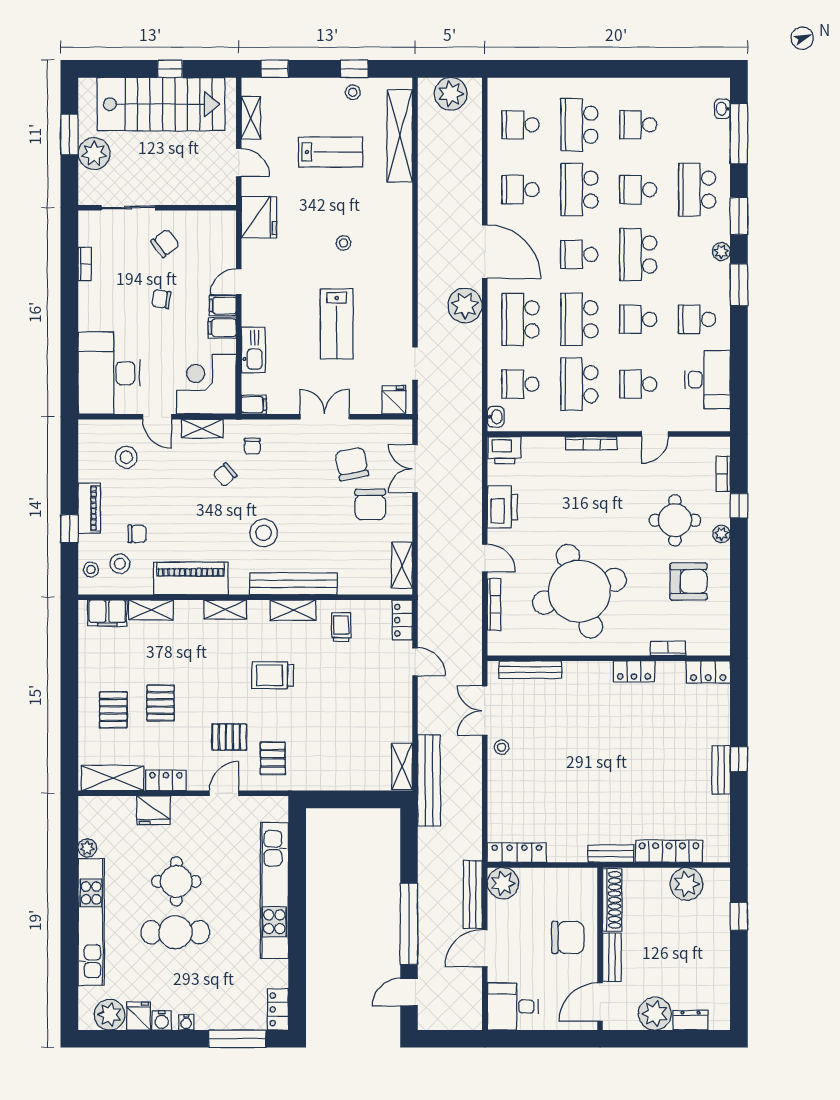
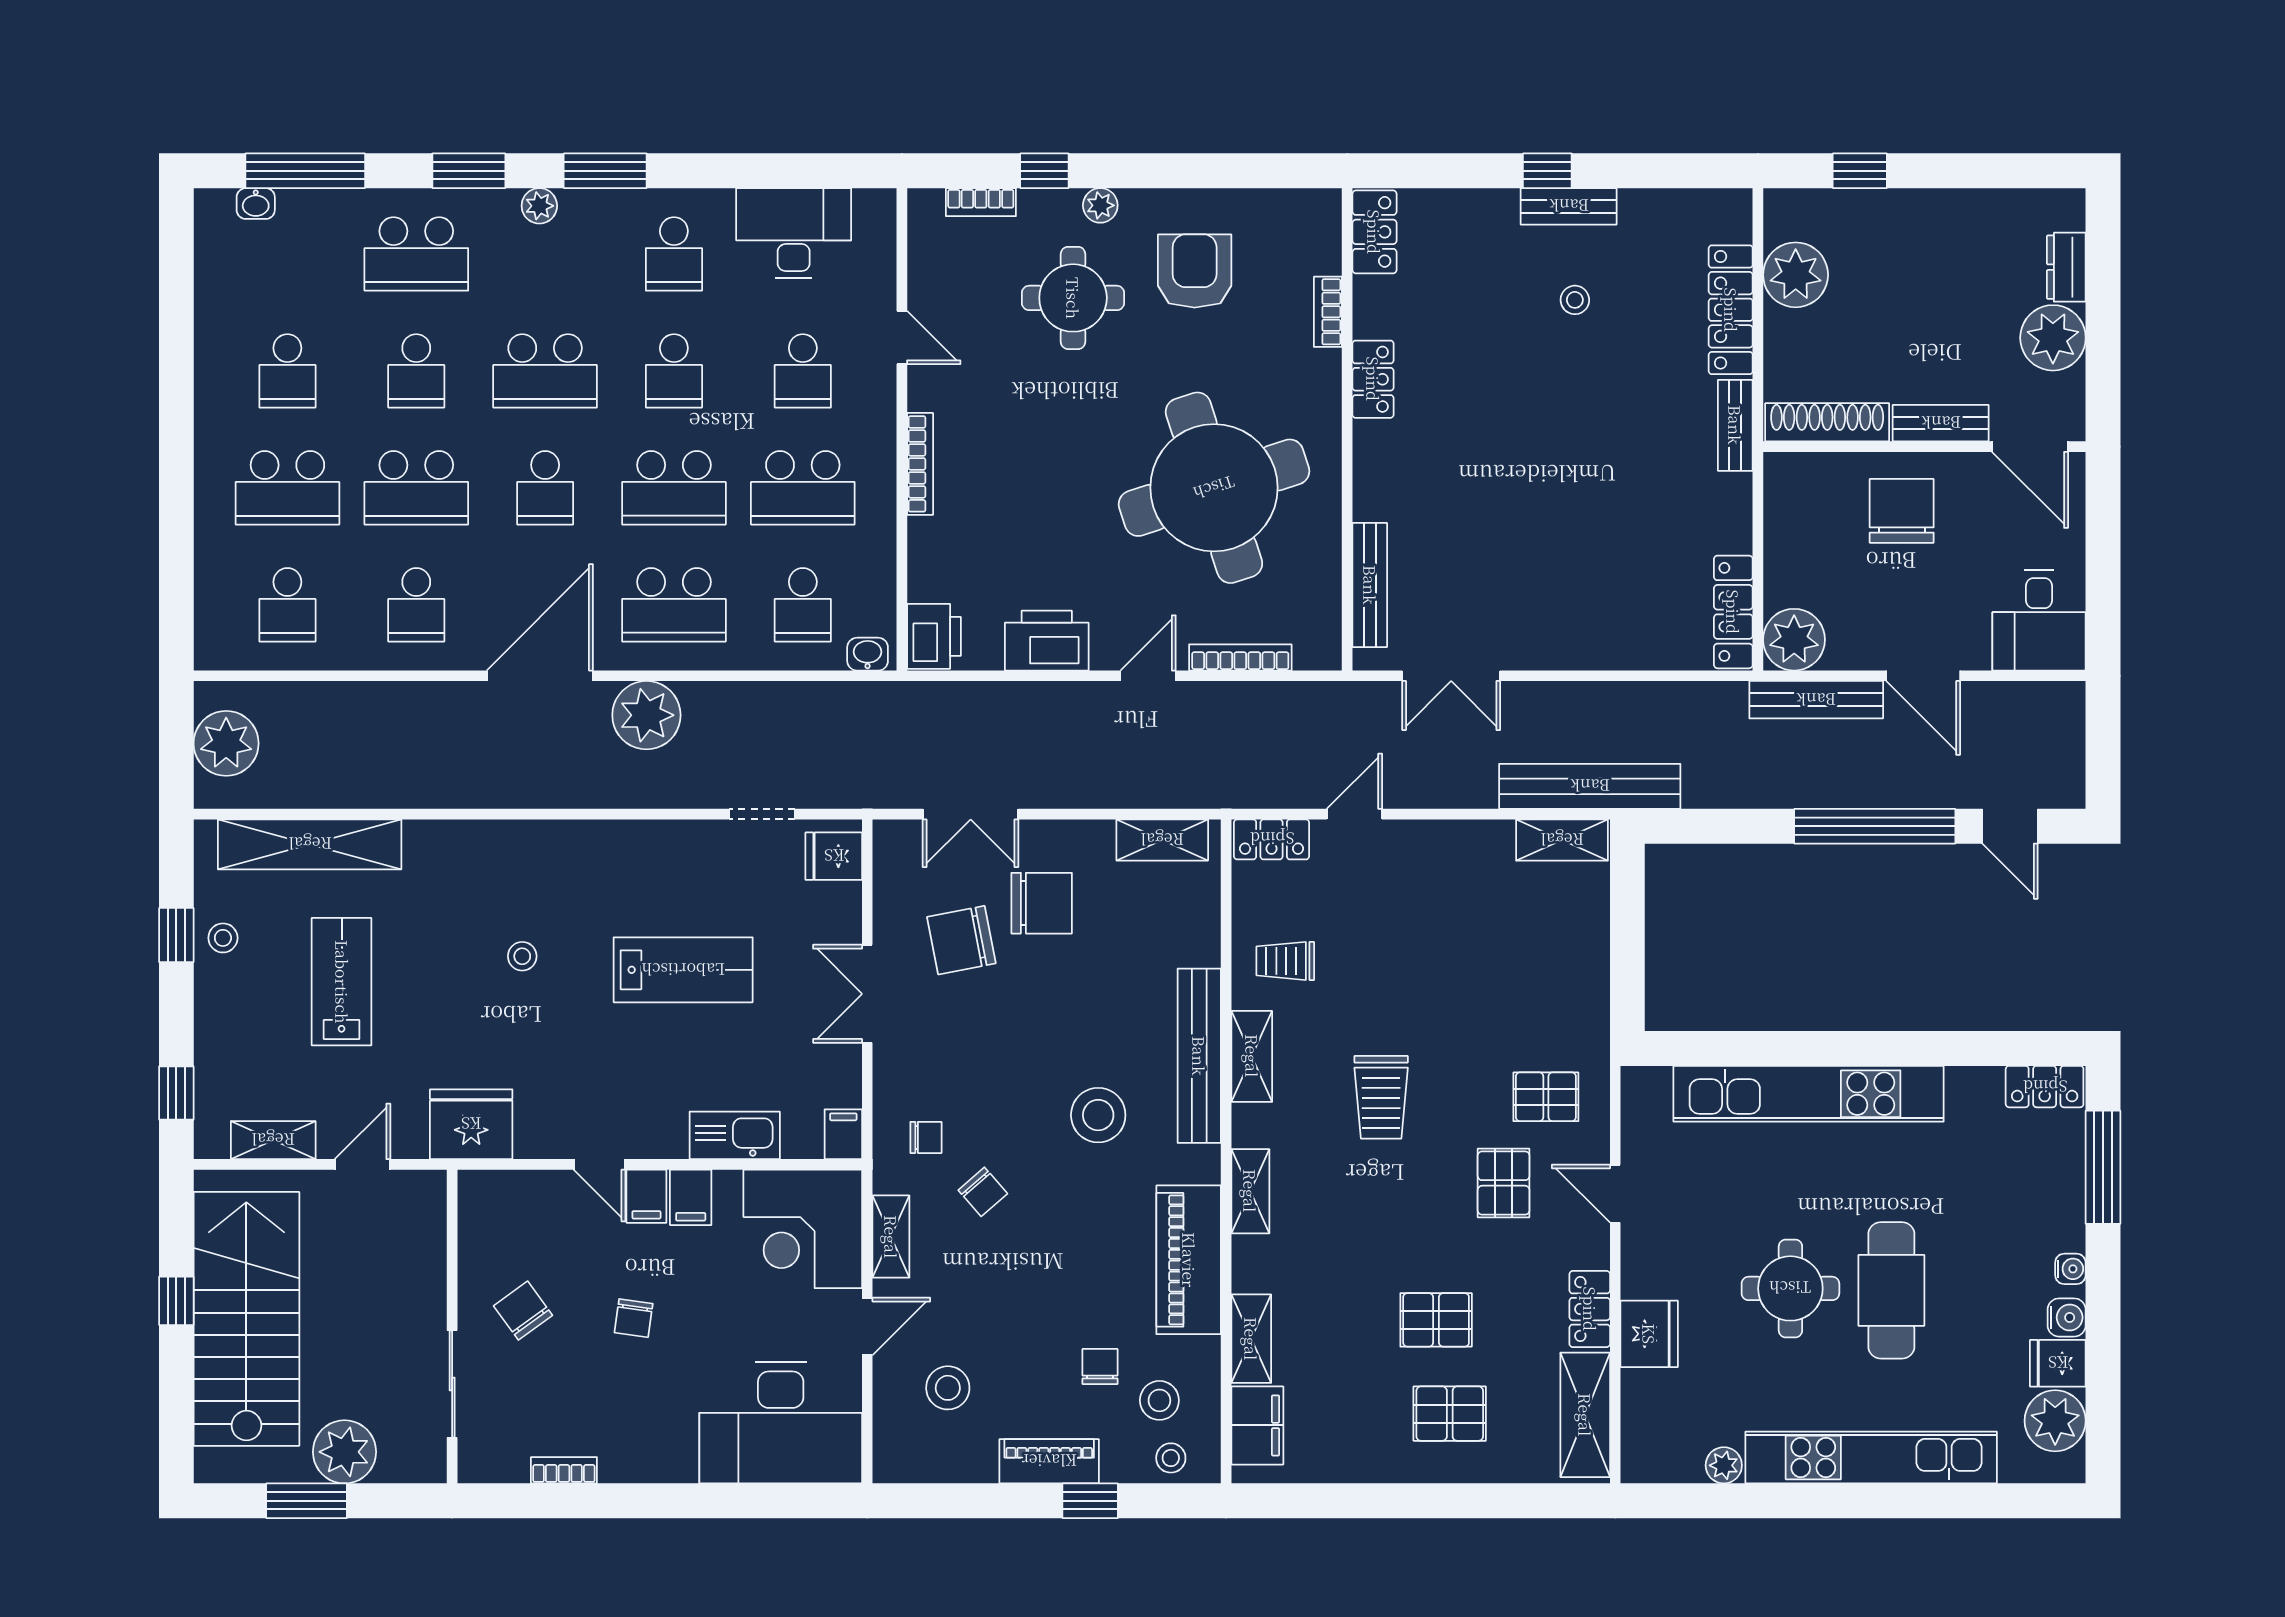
stool: (502, 747) -> (1575, 300), moved

